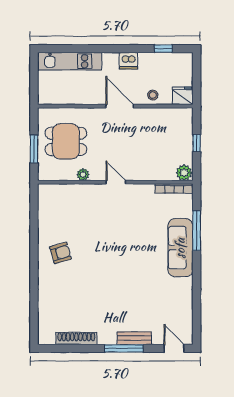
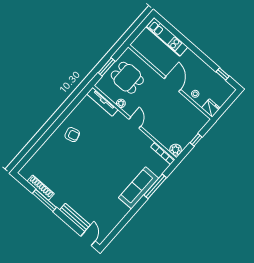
dishwasher: (128, 61) -> (198, 64), removed
tv unit: (62, 190) -> (102, 102), added
bench: (134, 338) -> (75, 217), width x1.36
window: (124, 348) -> (44, 200), moved

